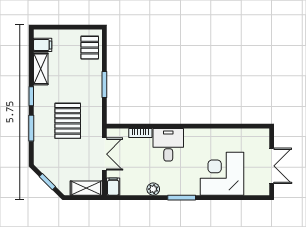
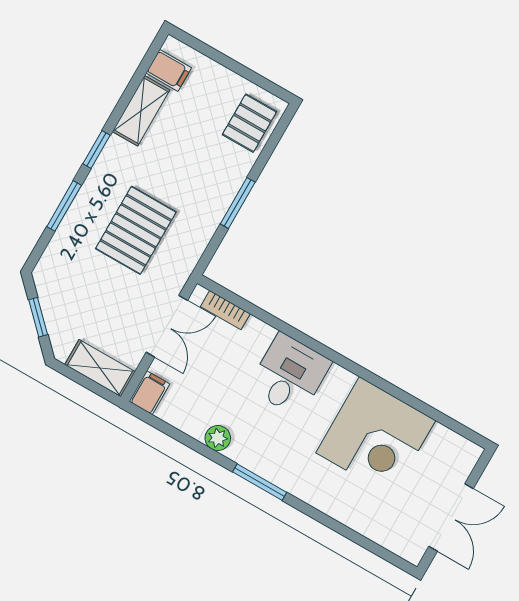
bookcase: (140, 133) -> (225, 310), moved
corner desk: (222, 174) -> (376, 437), moved, turned 180

